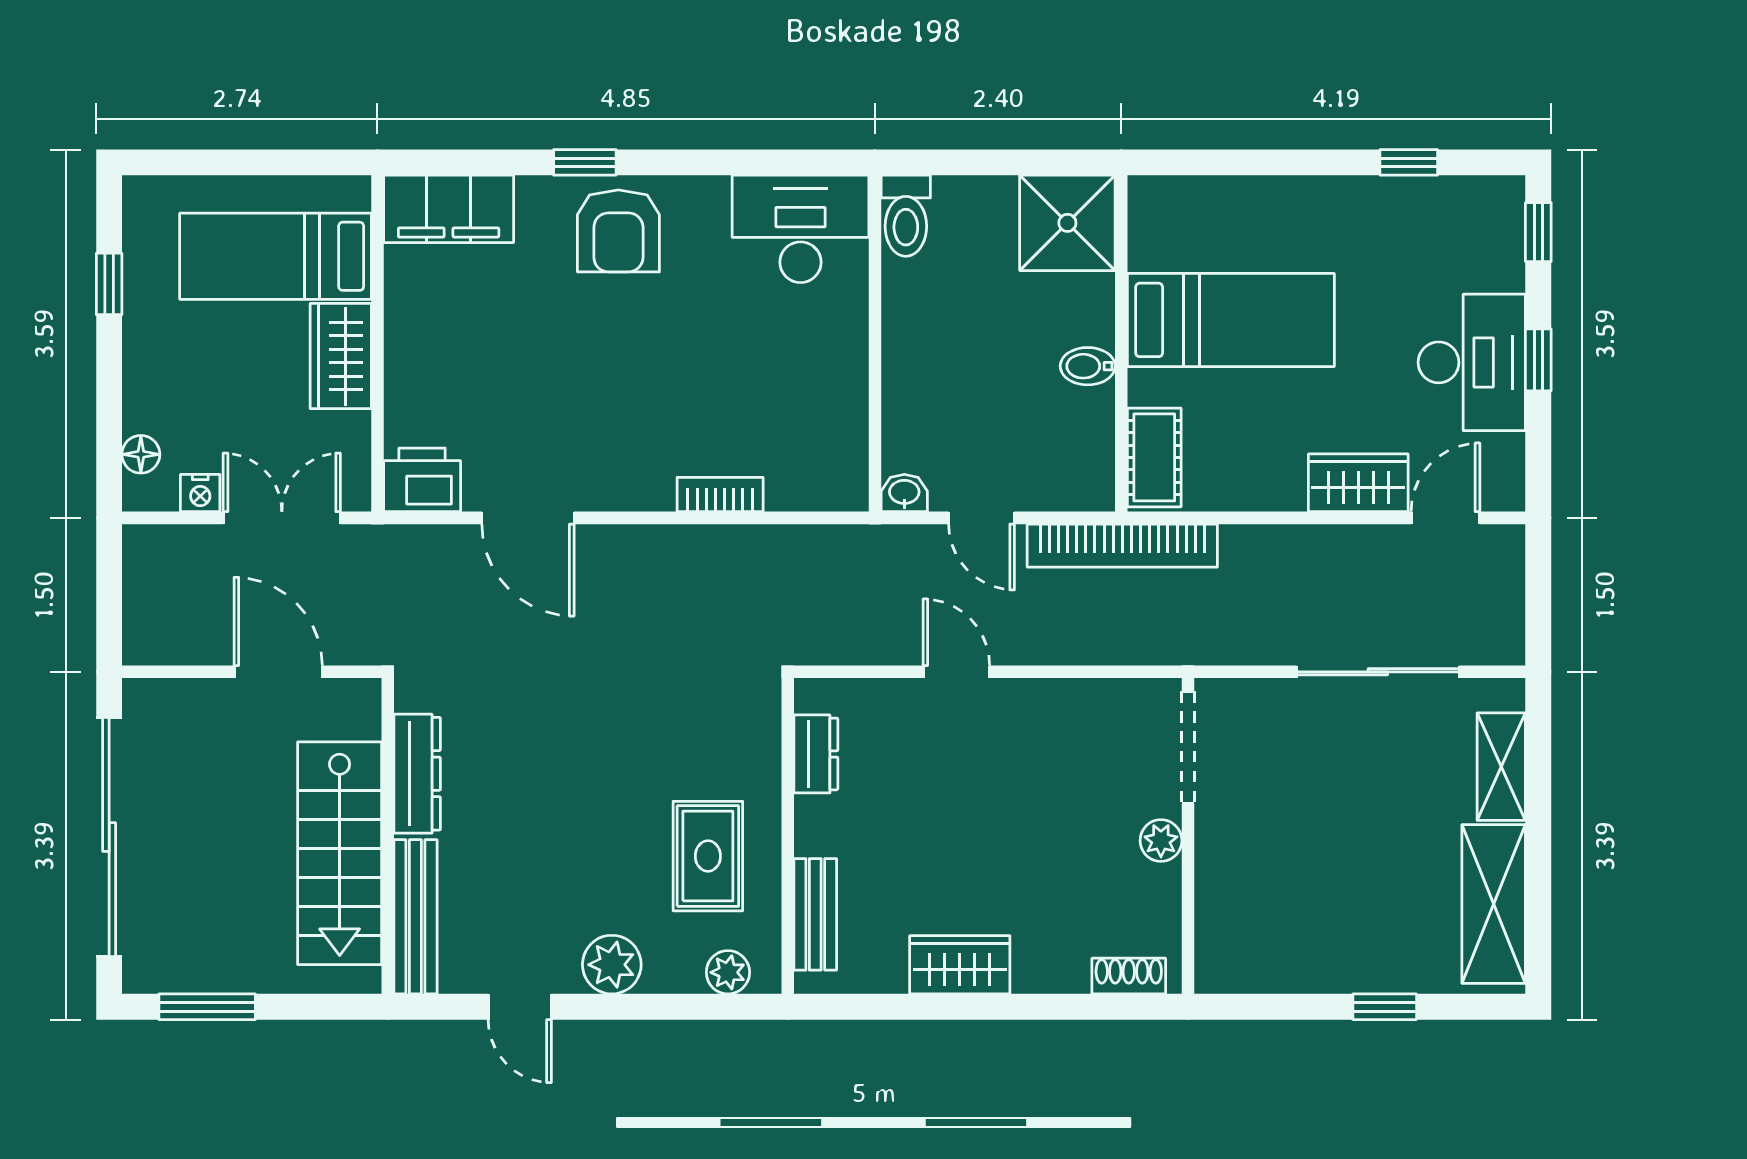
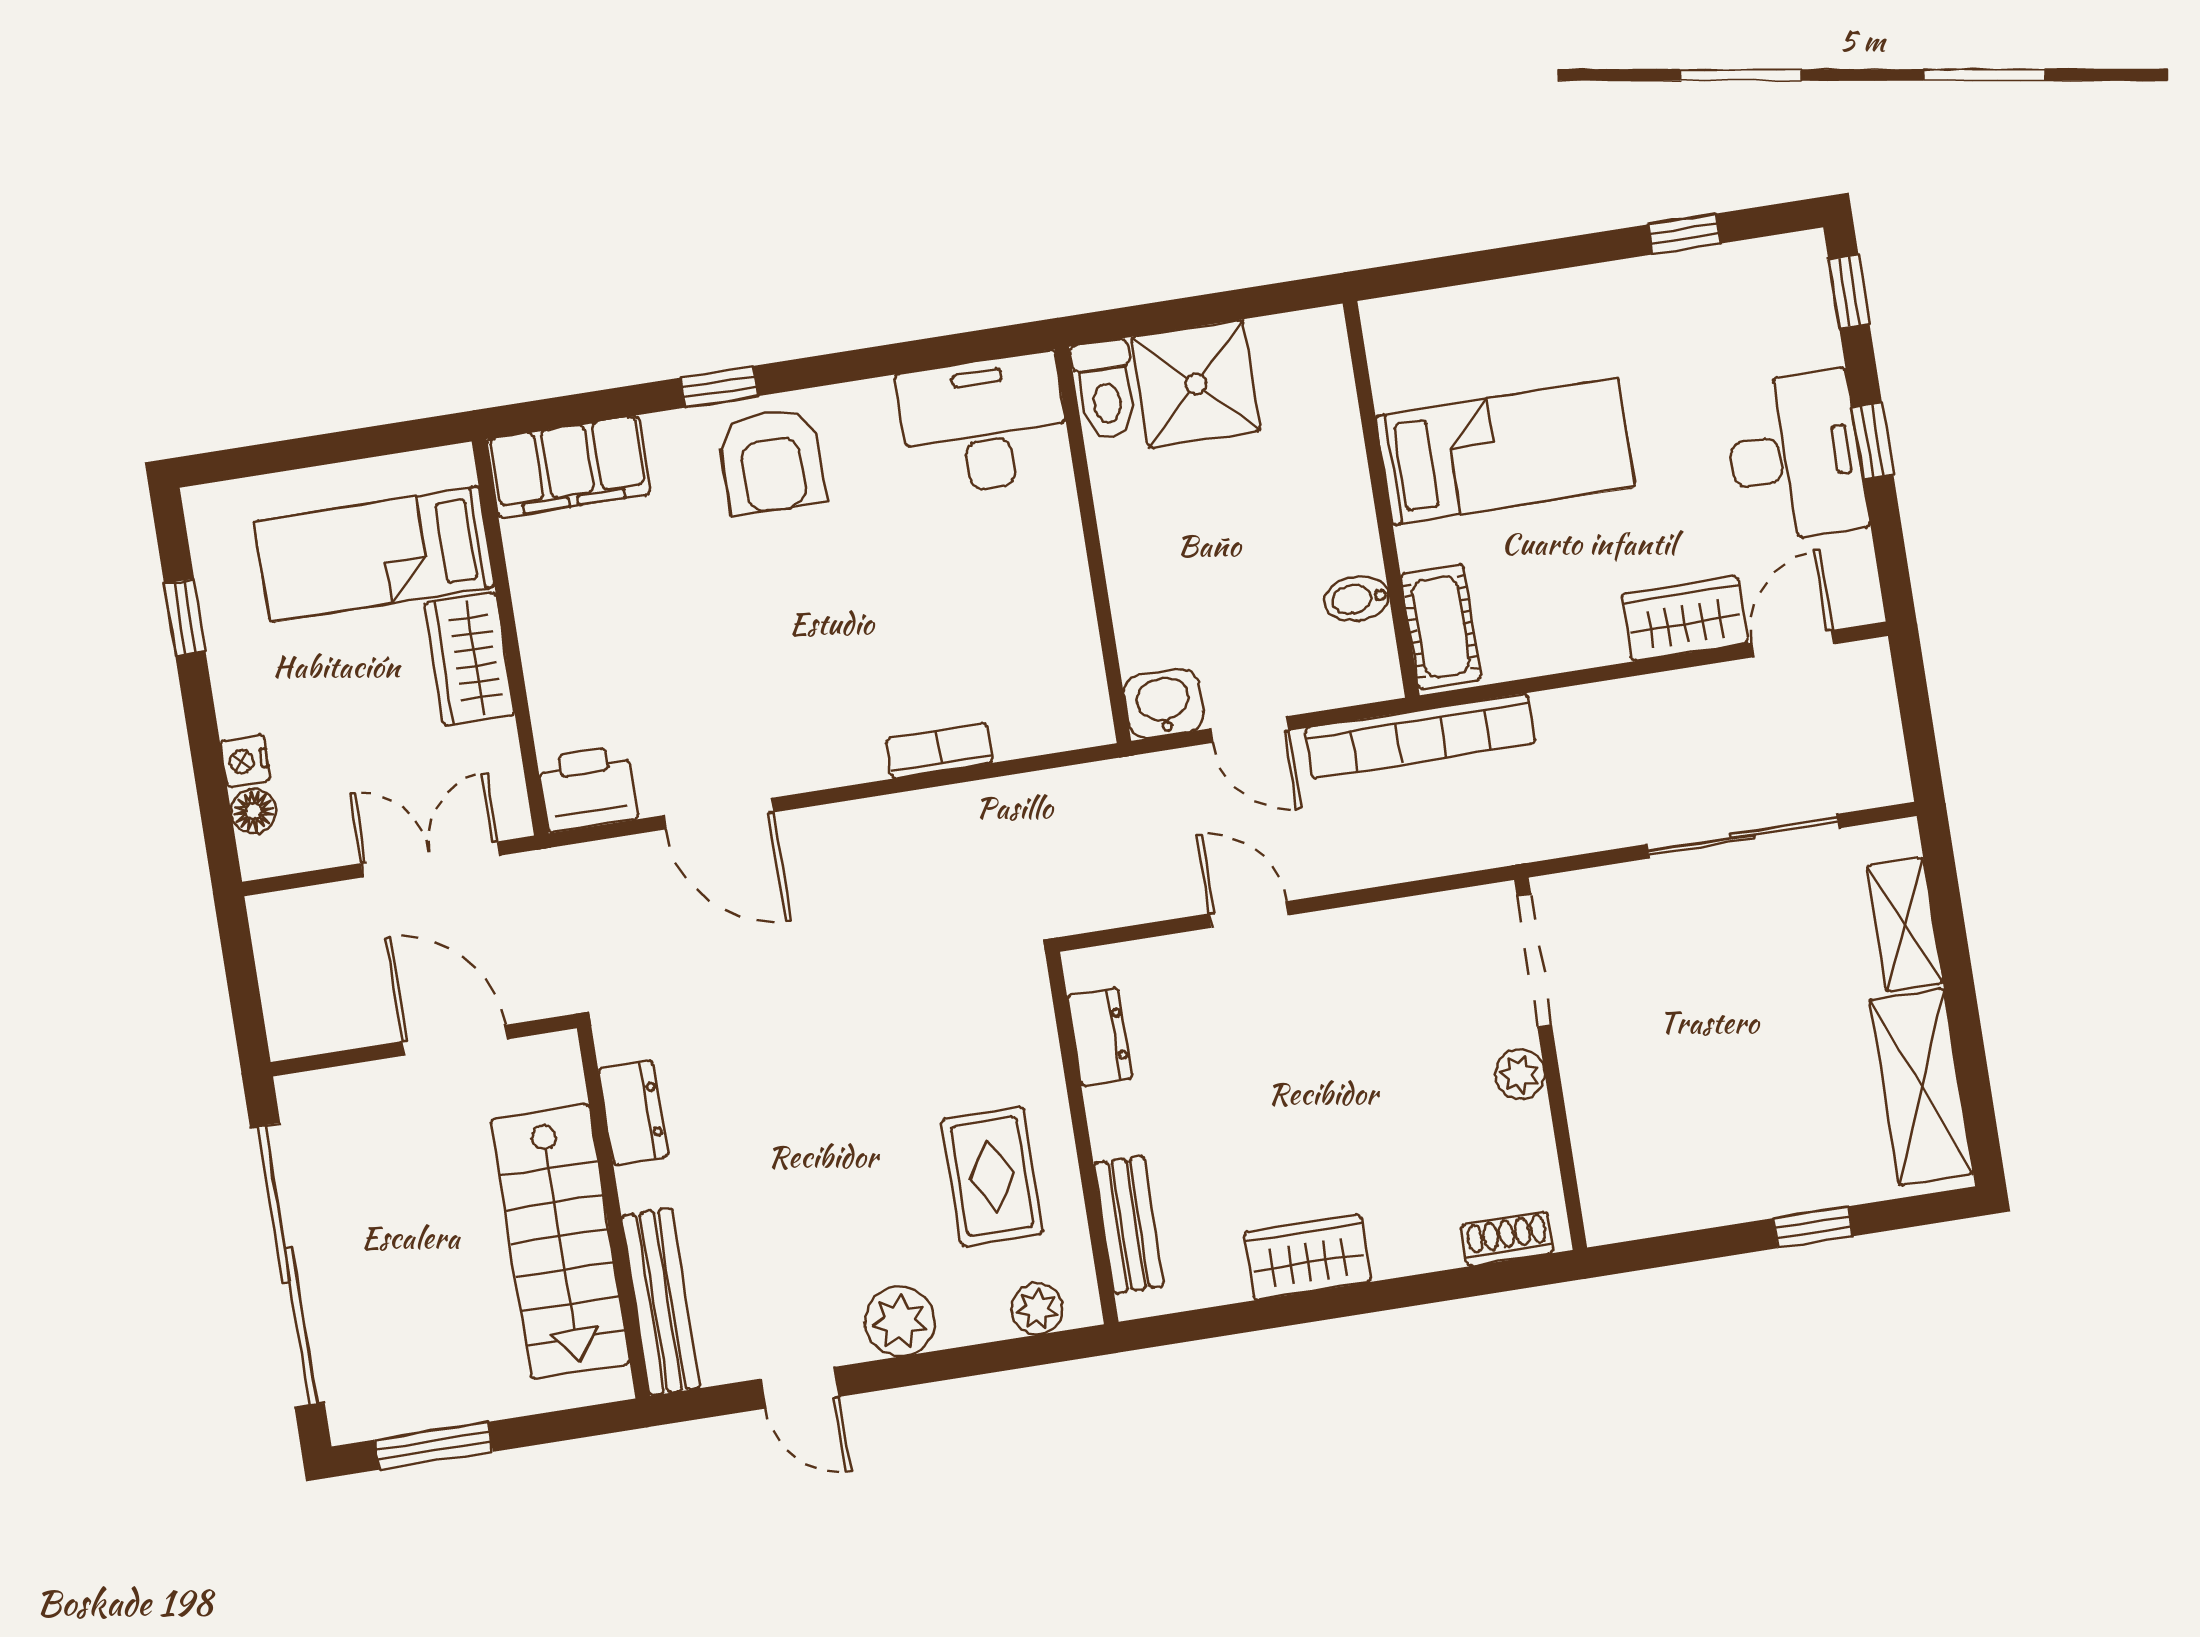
shower: (1067, 223) -> (1196, 384), moved
bidet: (1088, 366) -> (1357, 599), moved
nightstand: (200, 493) -> (245, 761), moved, turned 90
washbasin: (904, 493) -> (1164, 703), width x1.38, depth x1.45
dresser: (417, 774) -> (633, 1113), width x0.70

